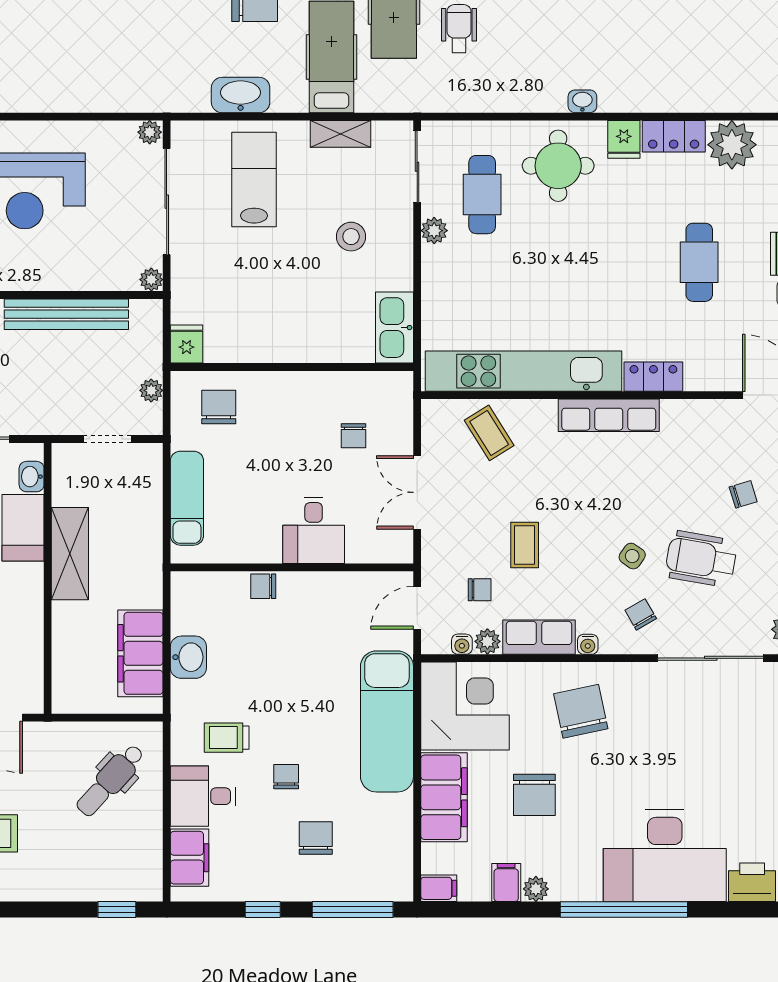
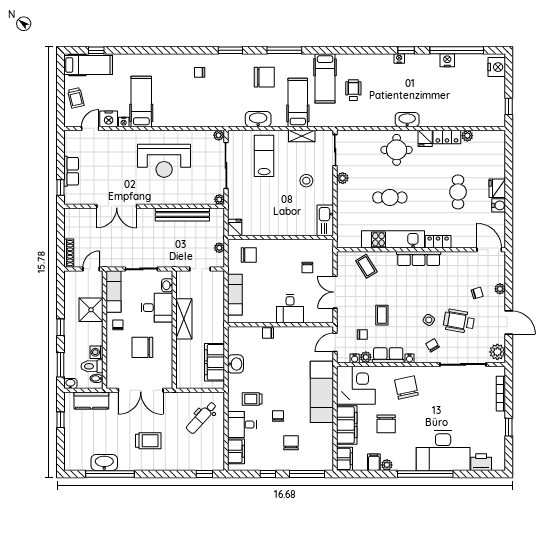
washbasin: (582, 101) -> (407, 120), width x1.91, depth x1.45
plant: (732, 145) -> (467, 136), width x0.53, depth x0.53
cafe table: (482, 195) -> (390, 197), moved, turned 90
kitchen unit: (524, 371) -> (393, 239), width x0.73
chair: (219, 407) -> (249, 255), turned 90
filing cabinet: (439, 888) -> (345, 459), width x2.00

